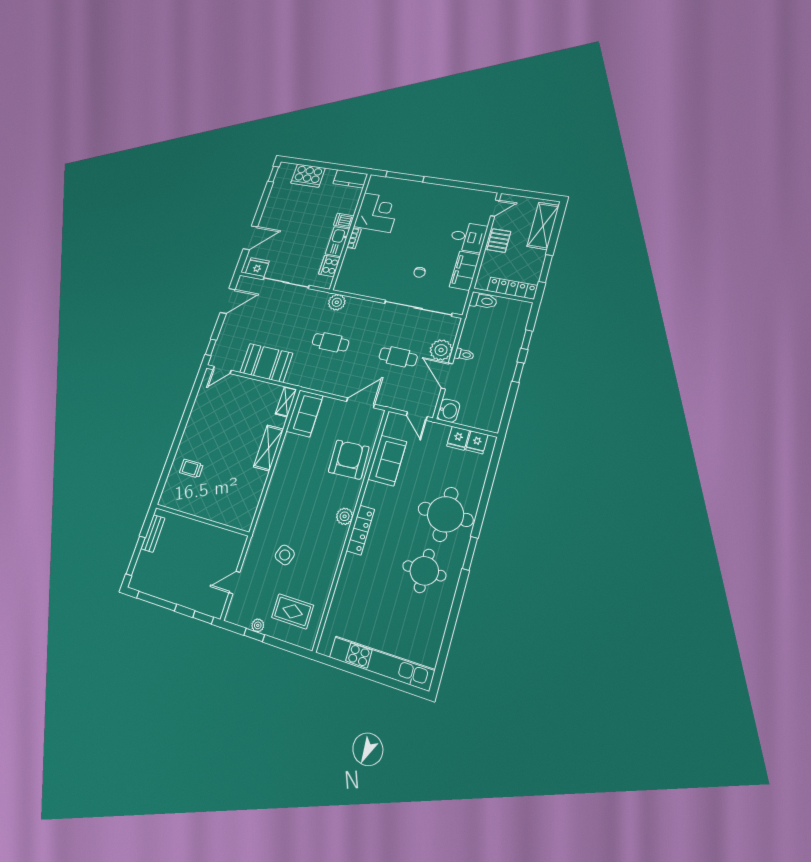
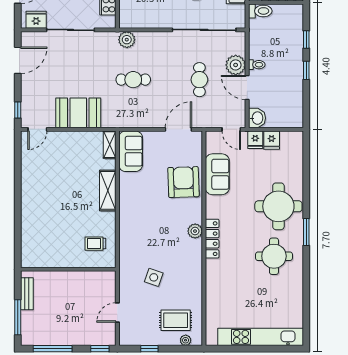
cafe table: (398, 357) -> (199, 80), turned 90
fridge: (477, 442) -> (255, 140), moved
trolley: (191, 469) -> (95, 244), moved
plant: (258, 625) -> (186, 340), moved

